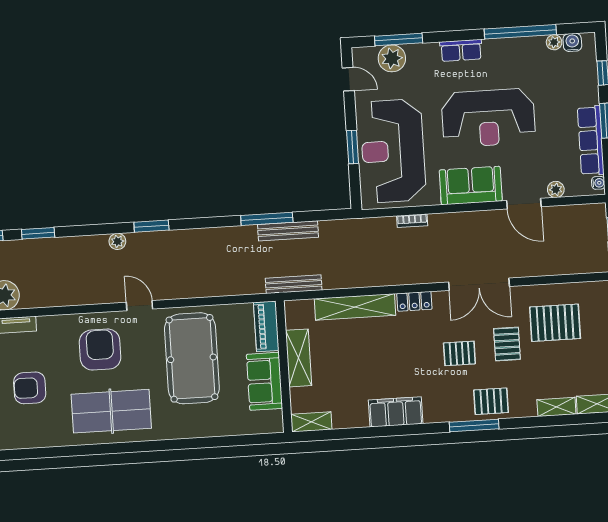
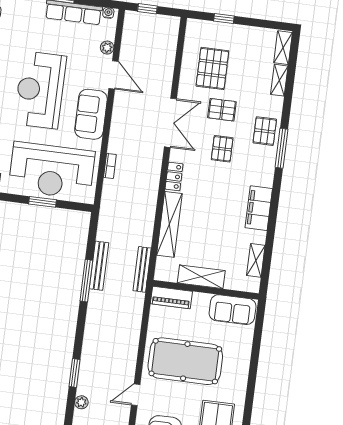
reception desk: (488, 118) -> (40, 90), turned 180
door: (524, 204) -> (113, 75), hinge flipped
sofa: (264, 381) -> (233, 310), moved
shelving: (311, 422) -> (256, 260), moved

